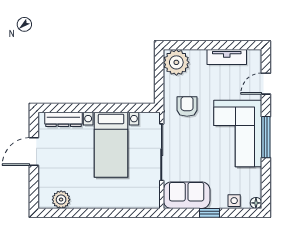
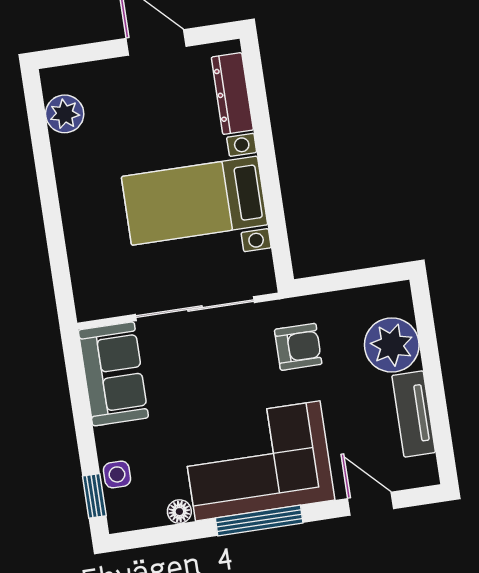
plant: (176, 62) -> (392, 345), moved
floor lamp: (256, 203) -> (179, 512), moved
window: (209, 213) -> (94, 496), moved

